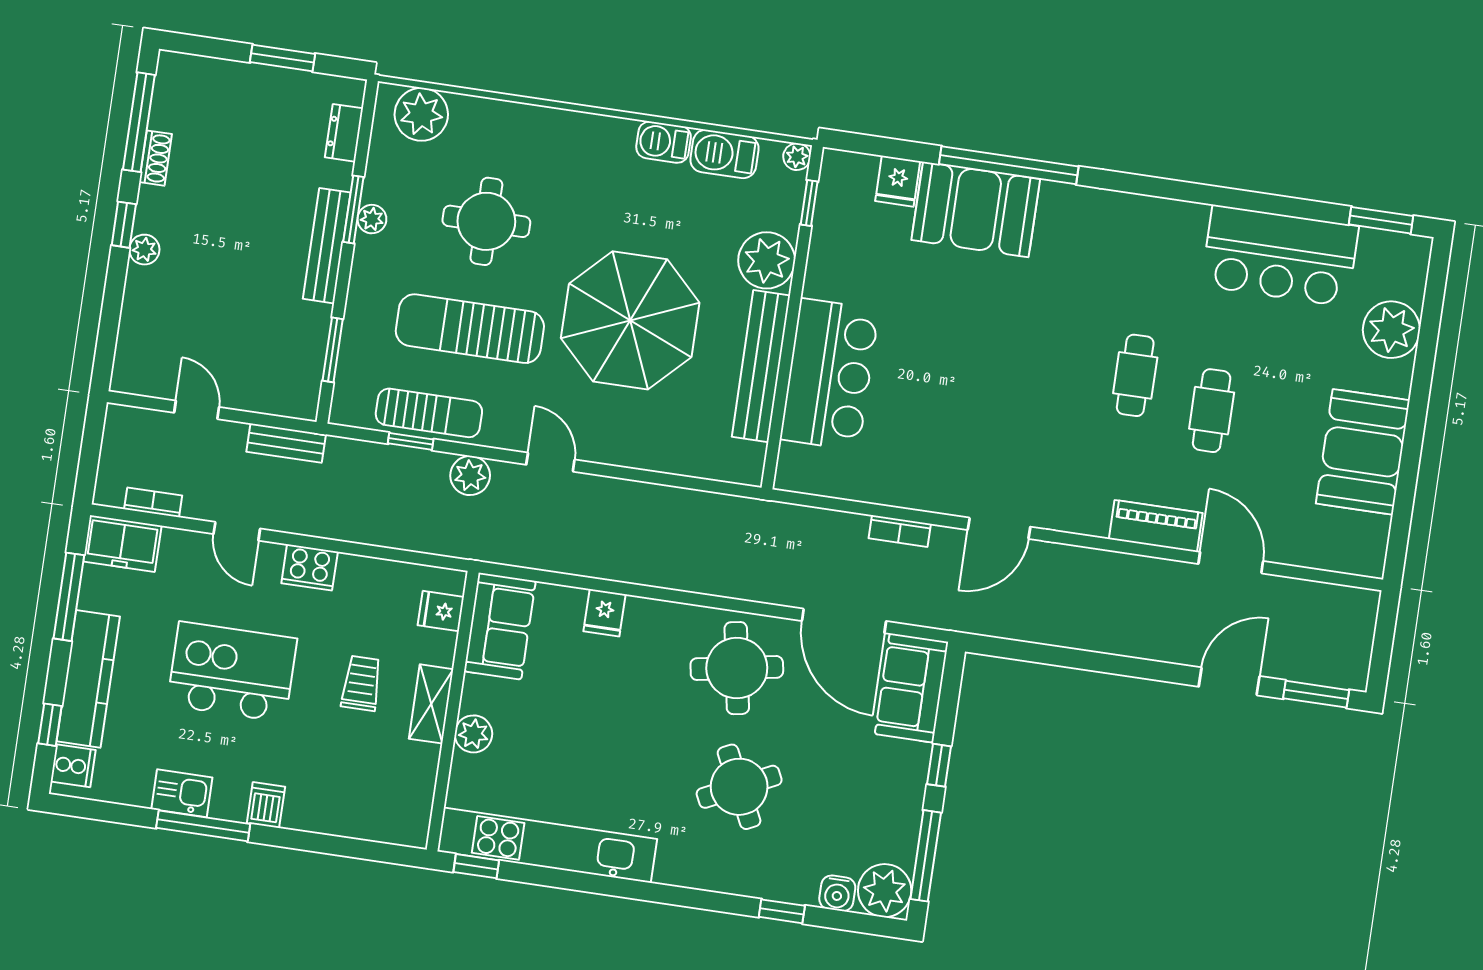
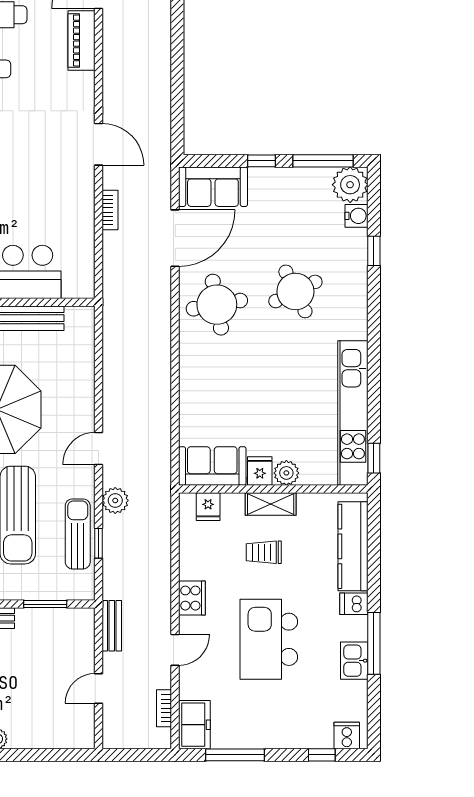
fridge: (604, 613) -> (260, 471), moved, turned -90
kitchen counter: (88, 679) -> (353, 546), moved, turned -90

